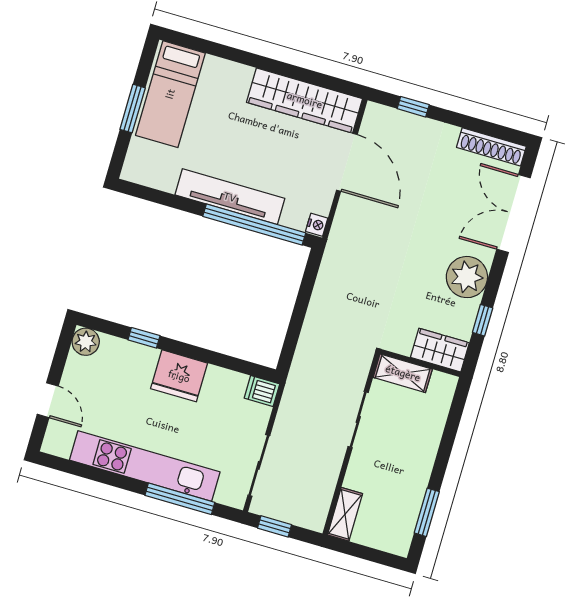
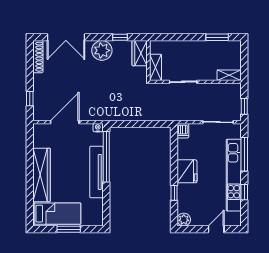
wardrobe: (305, 100) -> (42, 175), moved
window: (105, 477) -> (244, 192), added

